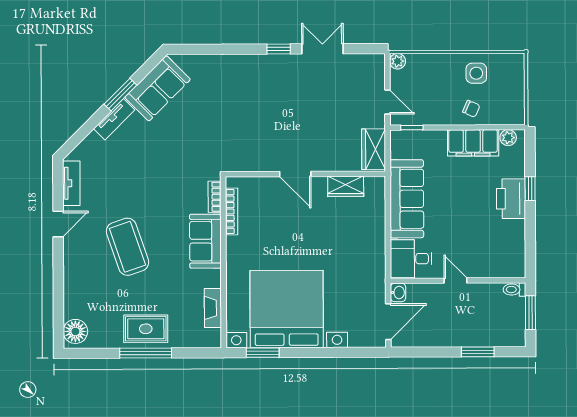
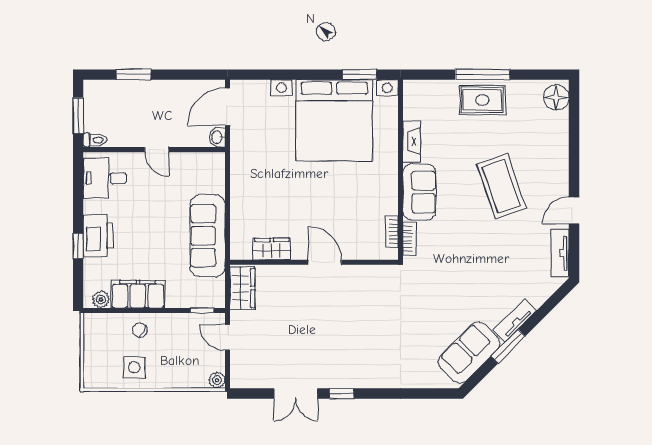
bookcase: (232, 211) -> (392, 232), width x0.64
desk: (411, 259) -> (105, 178), moved, turned 180
fireplace: (213, 308) -> (412, 141), moved

